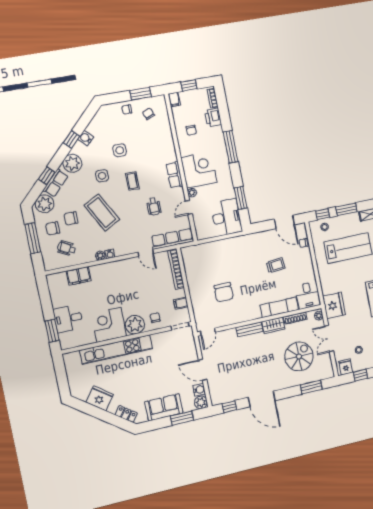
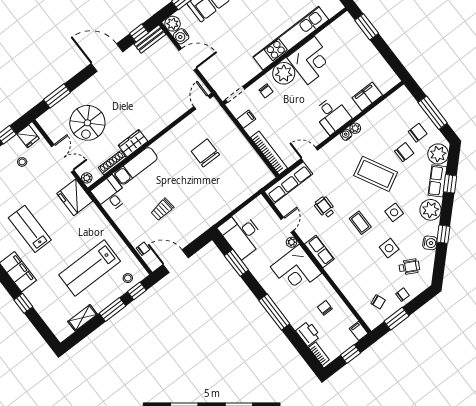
wheelchair: (67, 248) -> (409, 267), moved
desk: (68, 319) -> (332, 115), moved, turned 90
bench: (249, 329) -> (150, 39), moved

